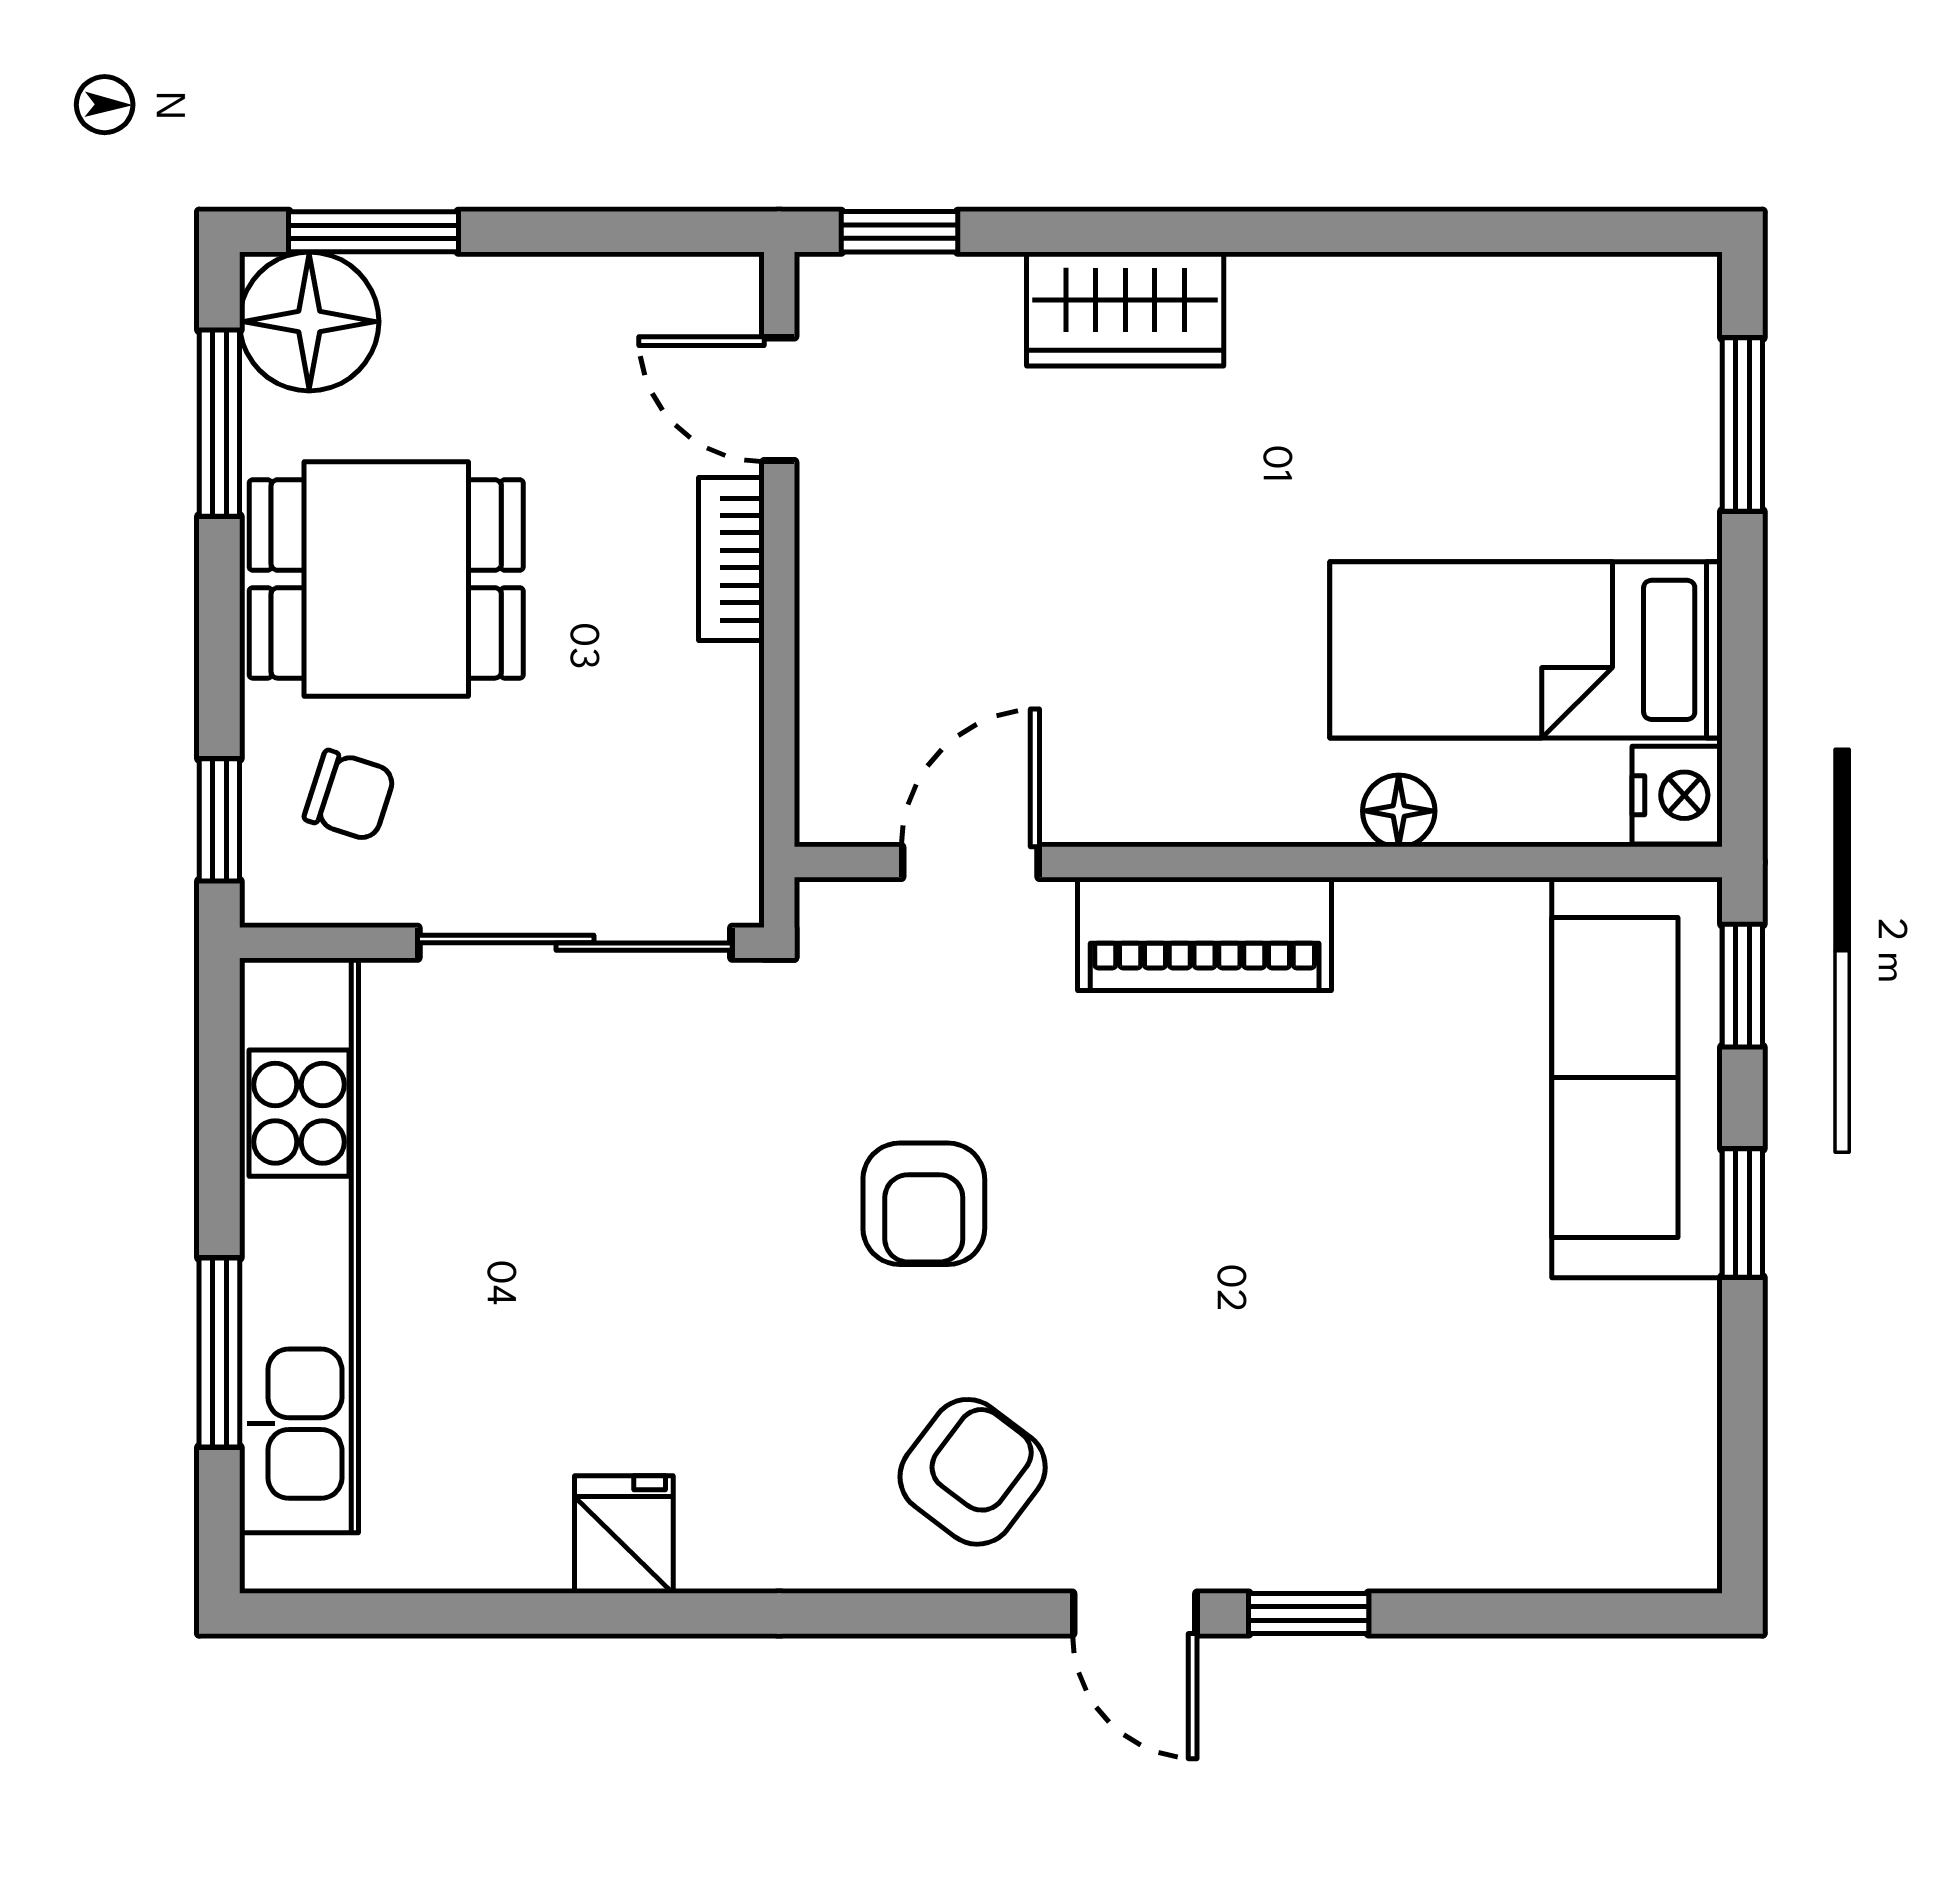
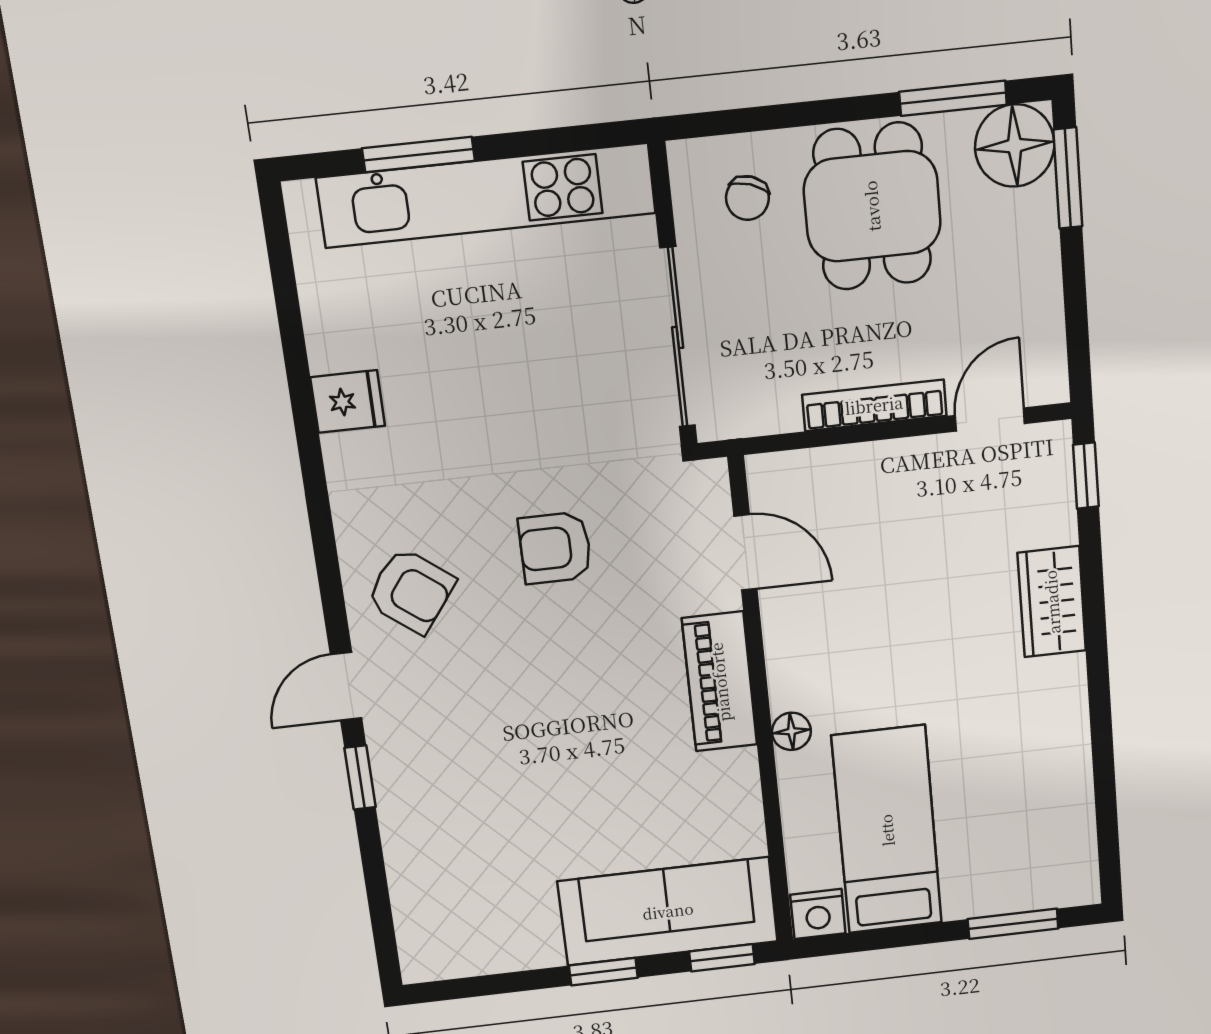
bookcase: (731, 559) -> (874, 405), width x1.56
floor lamp: (1399, 811) -> (791, 731), moved
window: (219, 820) -> (726, 122), removed

